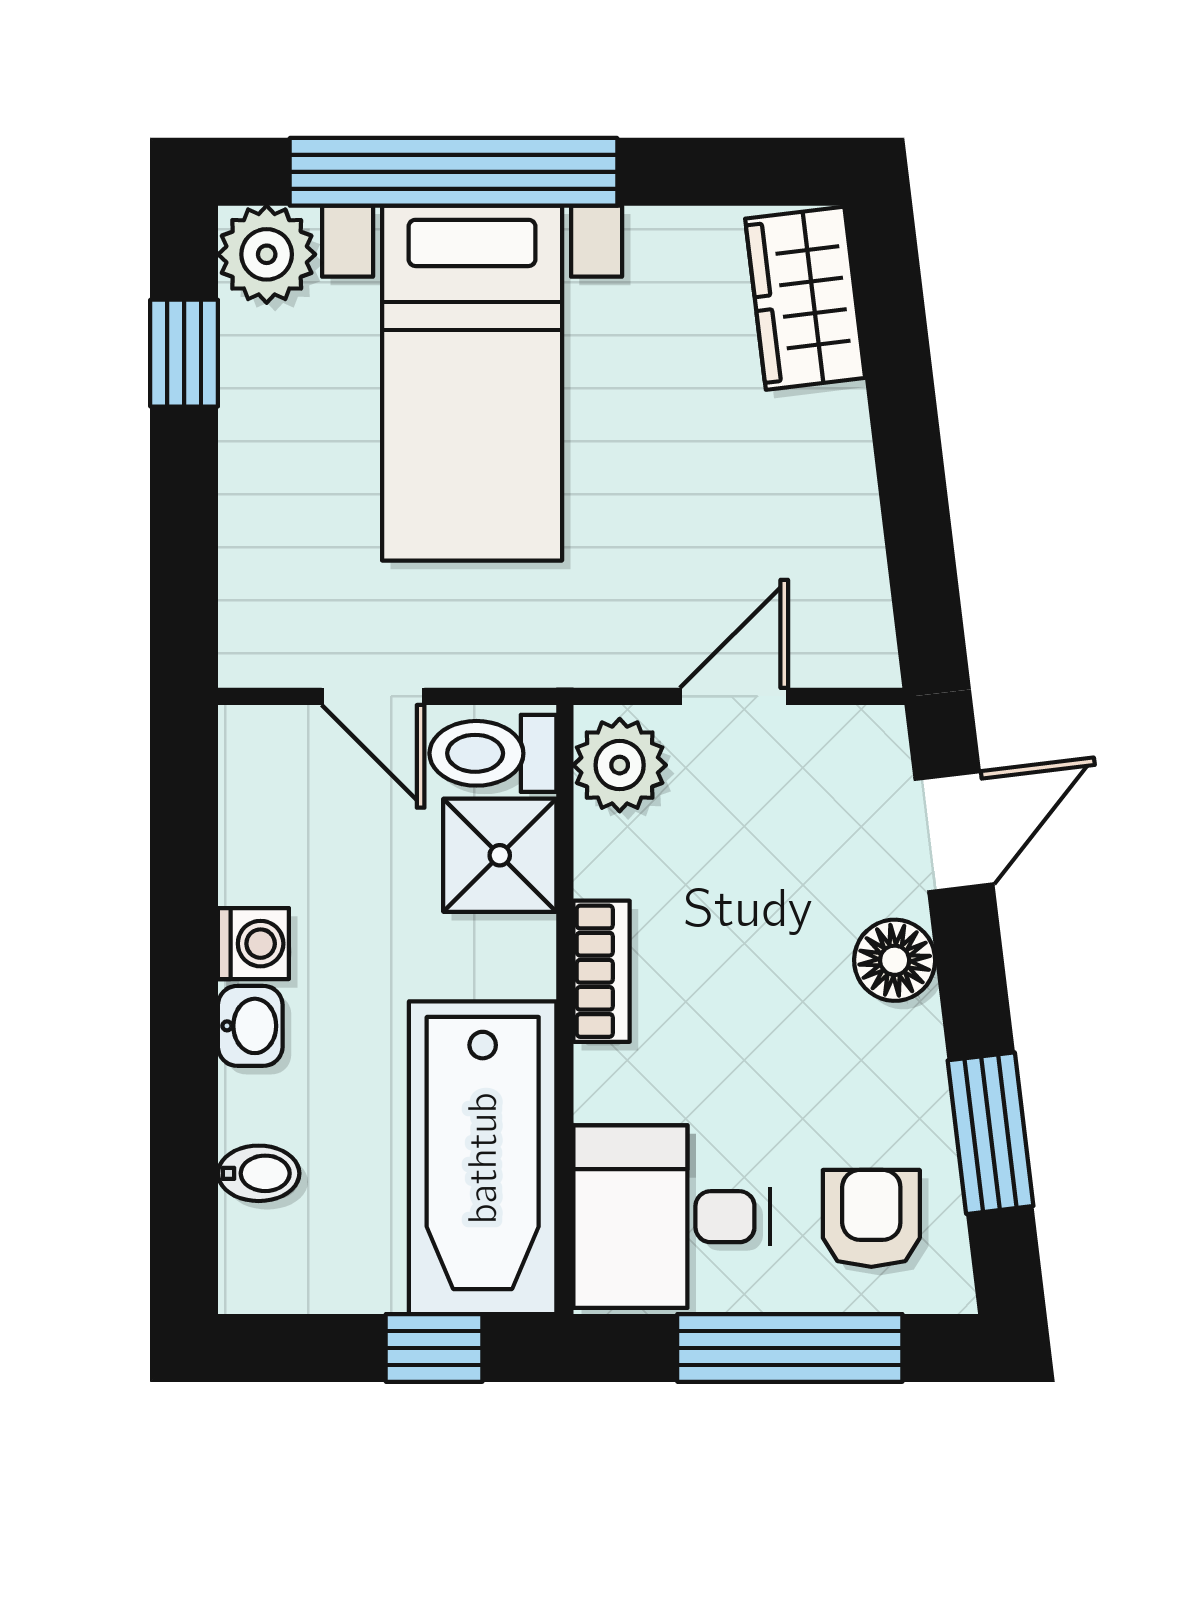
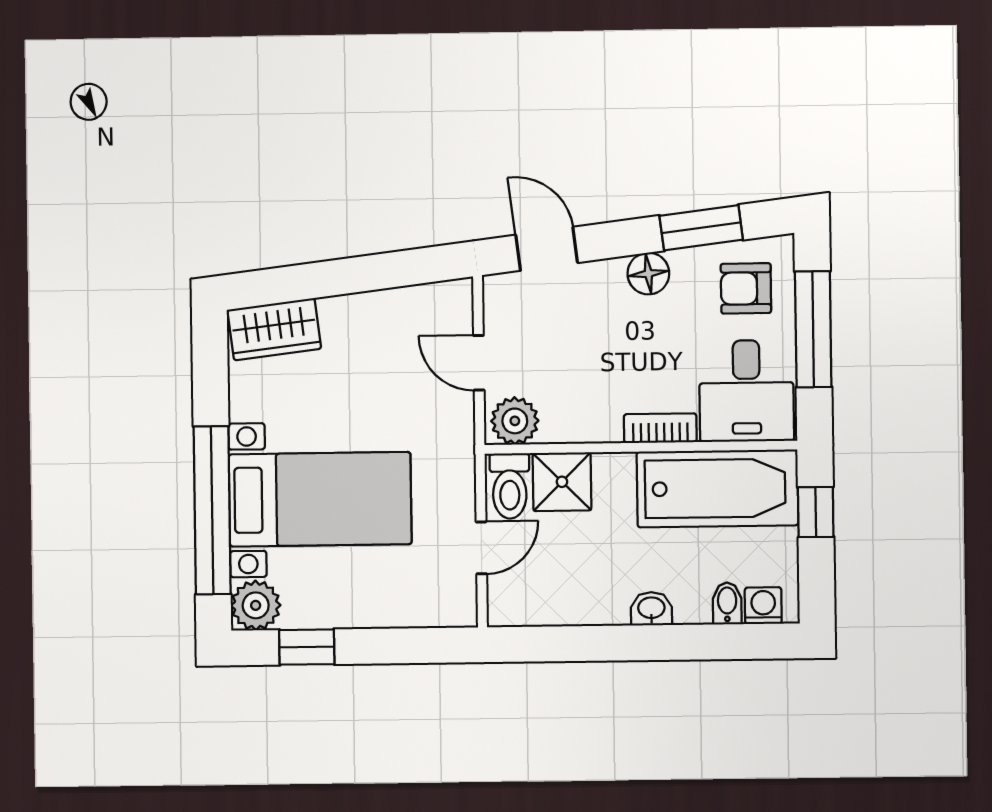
washing machine: (253, 944) -> (763, 606), moved
floor lamp: (895, 960) -> (648, 274), moved
bookcase: (601, 971) -> (660, 428), moved

